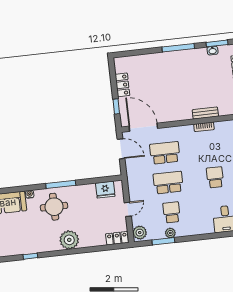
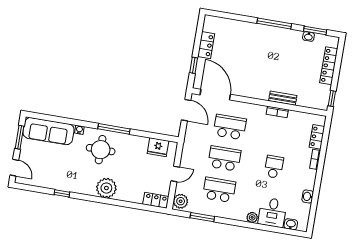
school desk: (172, 212) -> (219, 190), width x1.85
plant: (170, 233) -> (252, 217), moved

